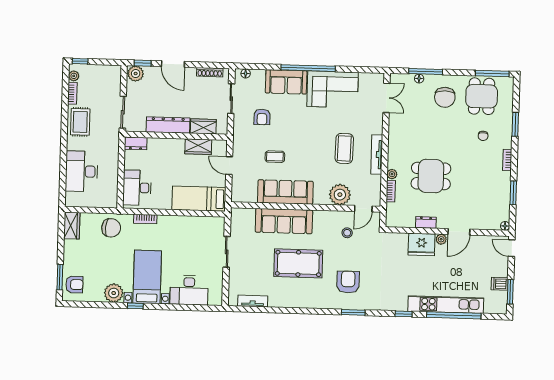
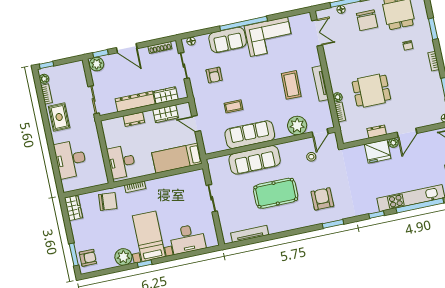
dresser: (136, 143) -> (134, 119), moved
tv unit: (253, 301) -> (250, 234), width x1.41

